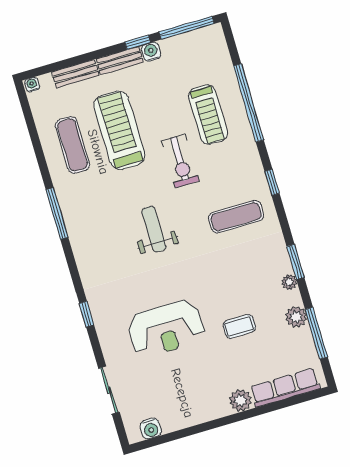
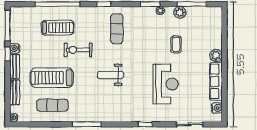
exercise bike: (180, 161) -> (78, 50), turned 180
row of seats: (285, 388) -> (216, 81), moved

